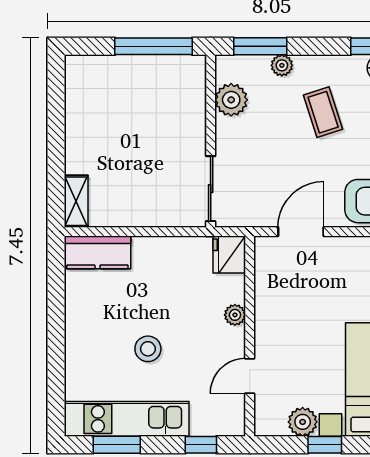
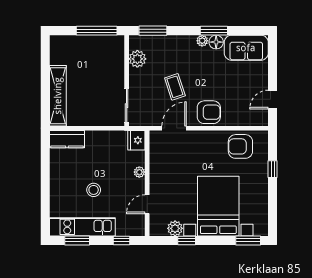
plant: (282, 65) -> (202, 41), moved
coffee table: (323, 112) -> (175, 87), moved
shelving: (76, 201) -> (58, 96), width x2.20, depth x1.33

